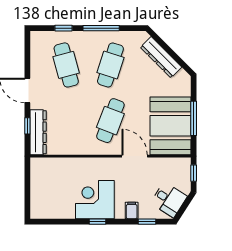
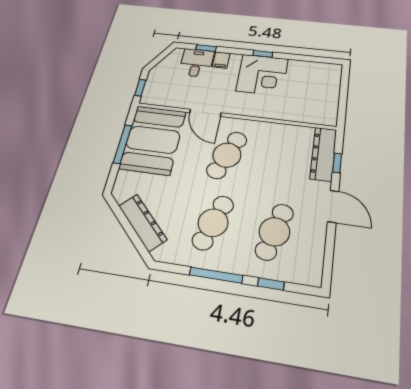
cafe table: (66, 65) -> (274, 232), turned 30
desk: (169, 200) -> (196, 63), moved, turned 57

